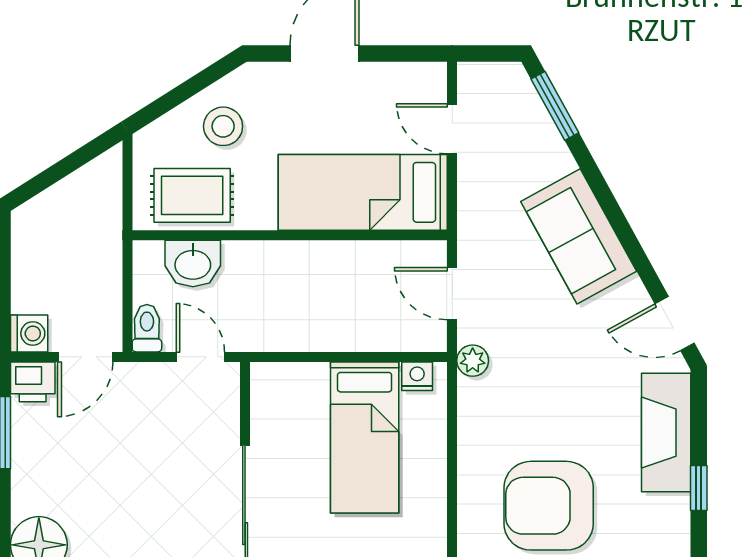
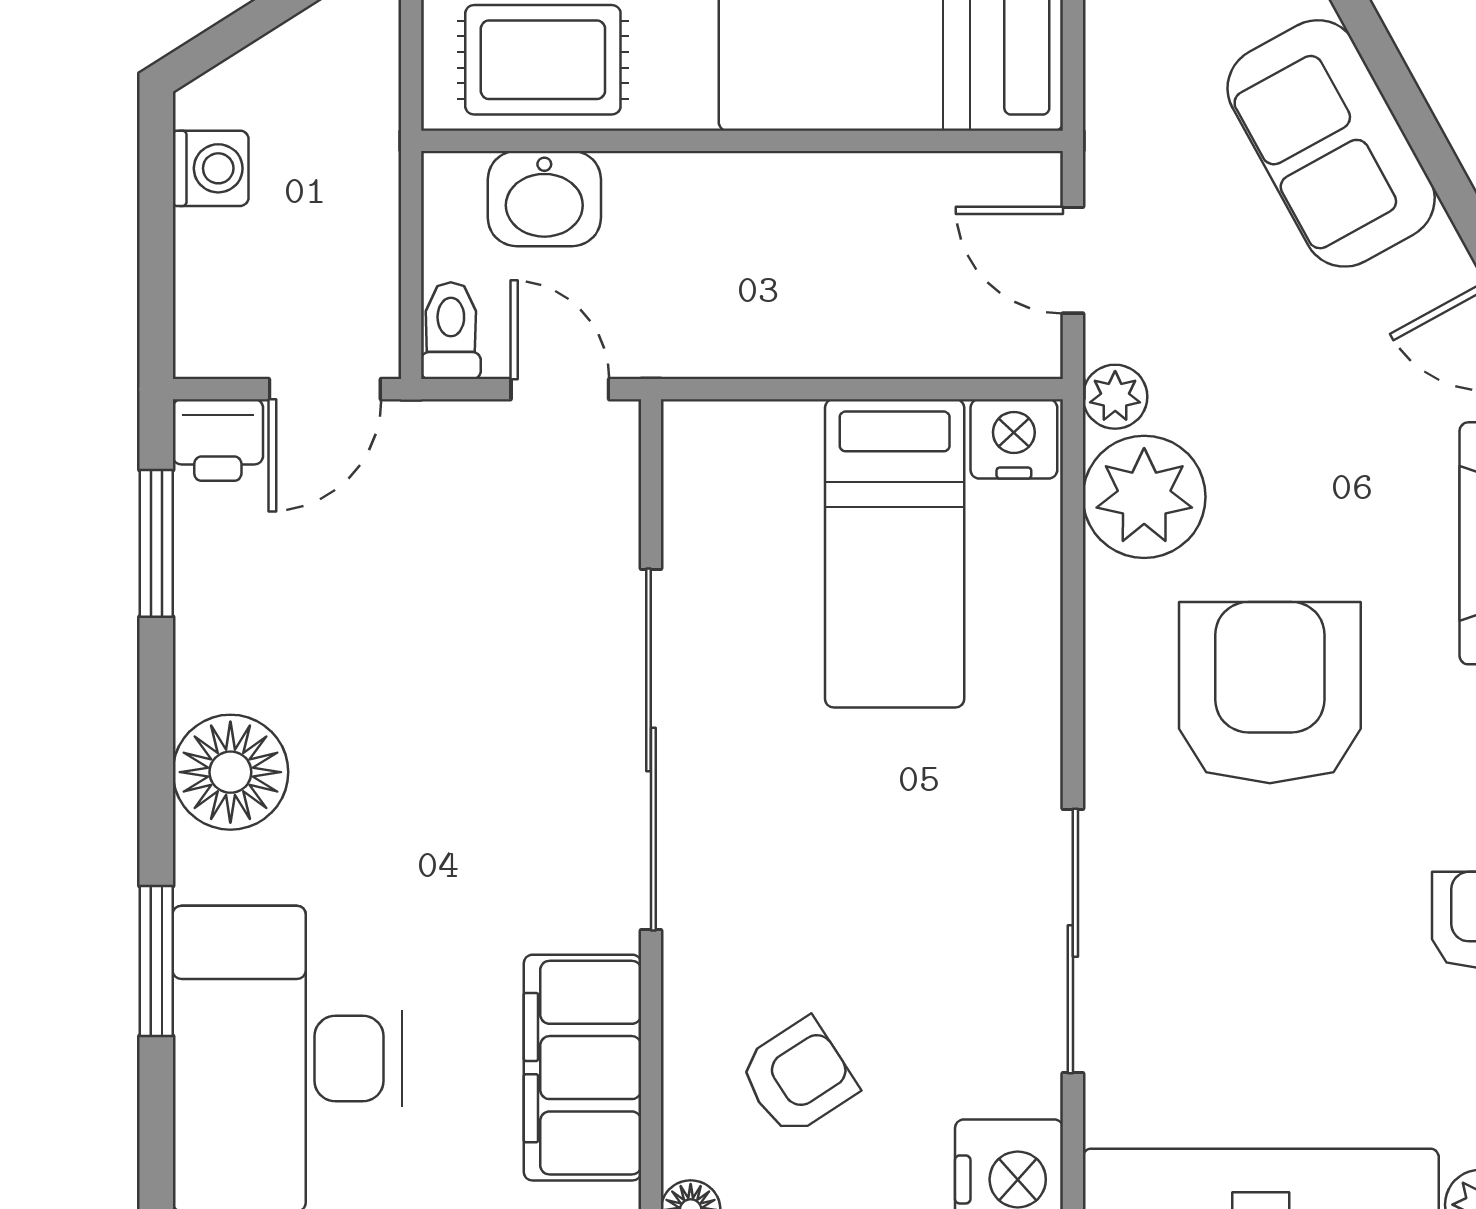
washing machine: (29, 333) -> (211, 168), moved
nightstand: (417, 376) -> (1014, 439), width x1.39, depth x1.35
plant: (487, 410) -> (1144, 497), added
armchair: (549, 506) -> (1270, 693), turned 90

